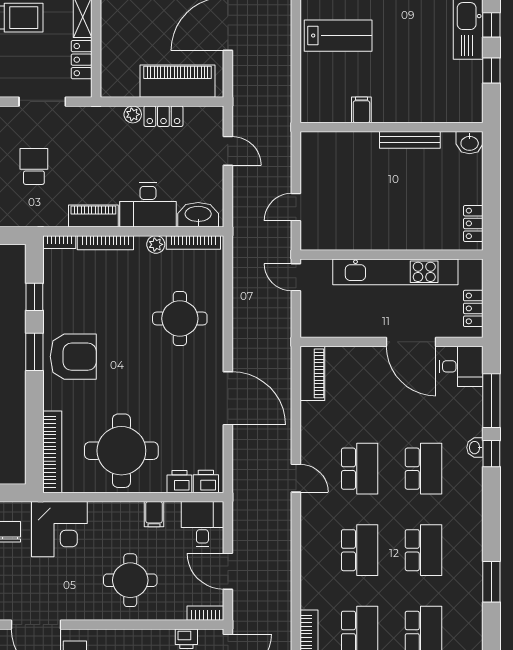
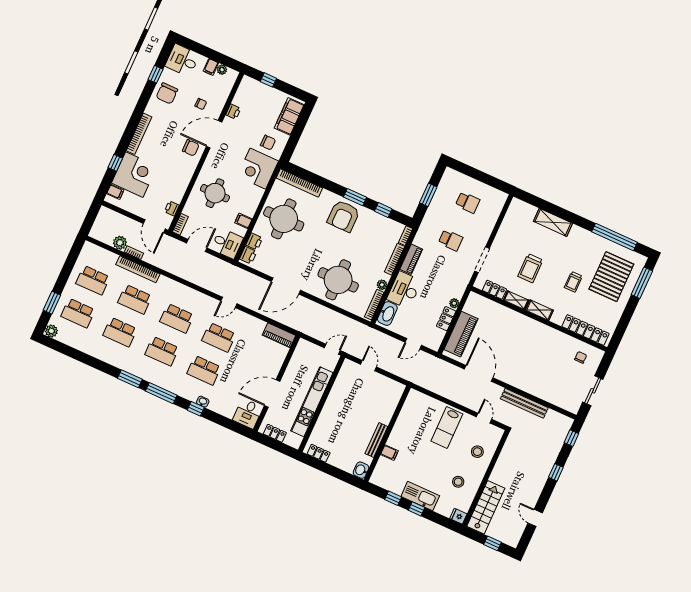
filing cabinet: (361, 110) -> (389, 453), moved
round table: (180, 319) -> (338, 280), width x1.36, depth x1.36
window: (491, 401) -> (161, 393), moved

